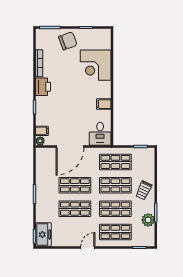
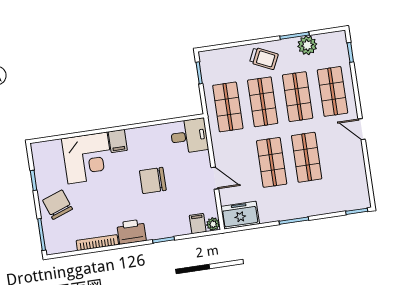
filing cabinet: (104, 104) -> (118, 141), moved
chair: (75, 106) -> (153, 180), added
door: (70, 146) -> (215, 178), width x0.53
freezer: (43, 234) -> (240, 215), moved

